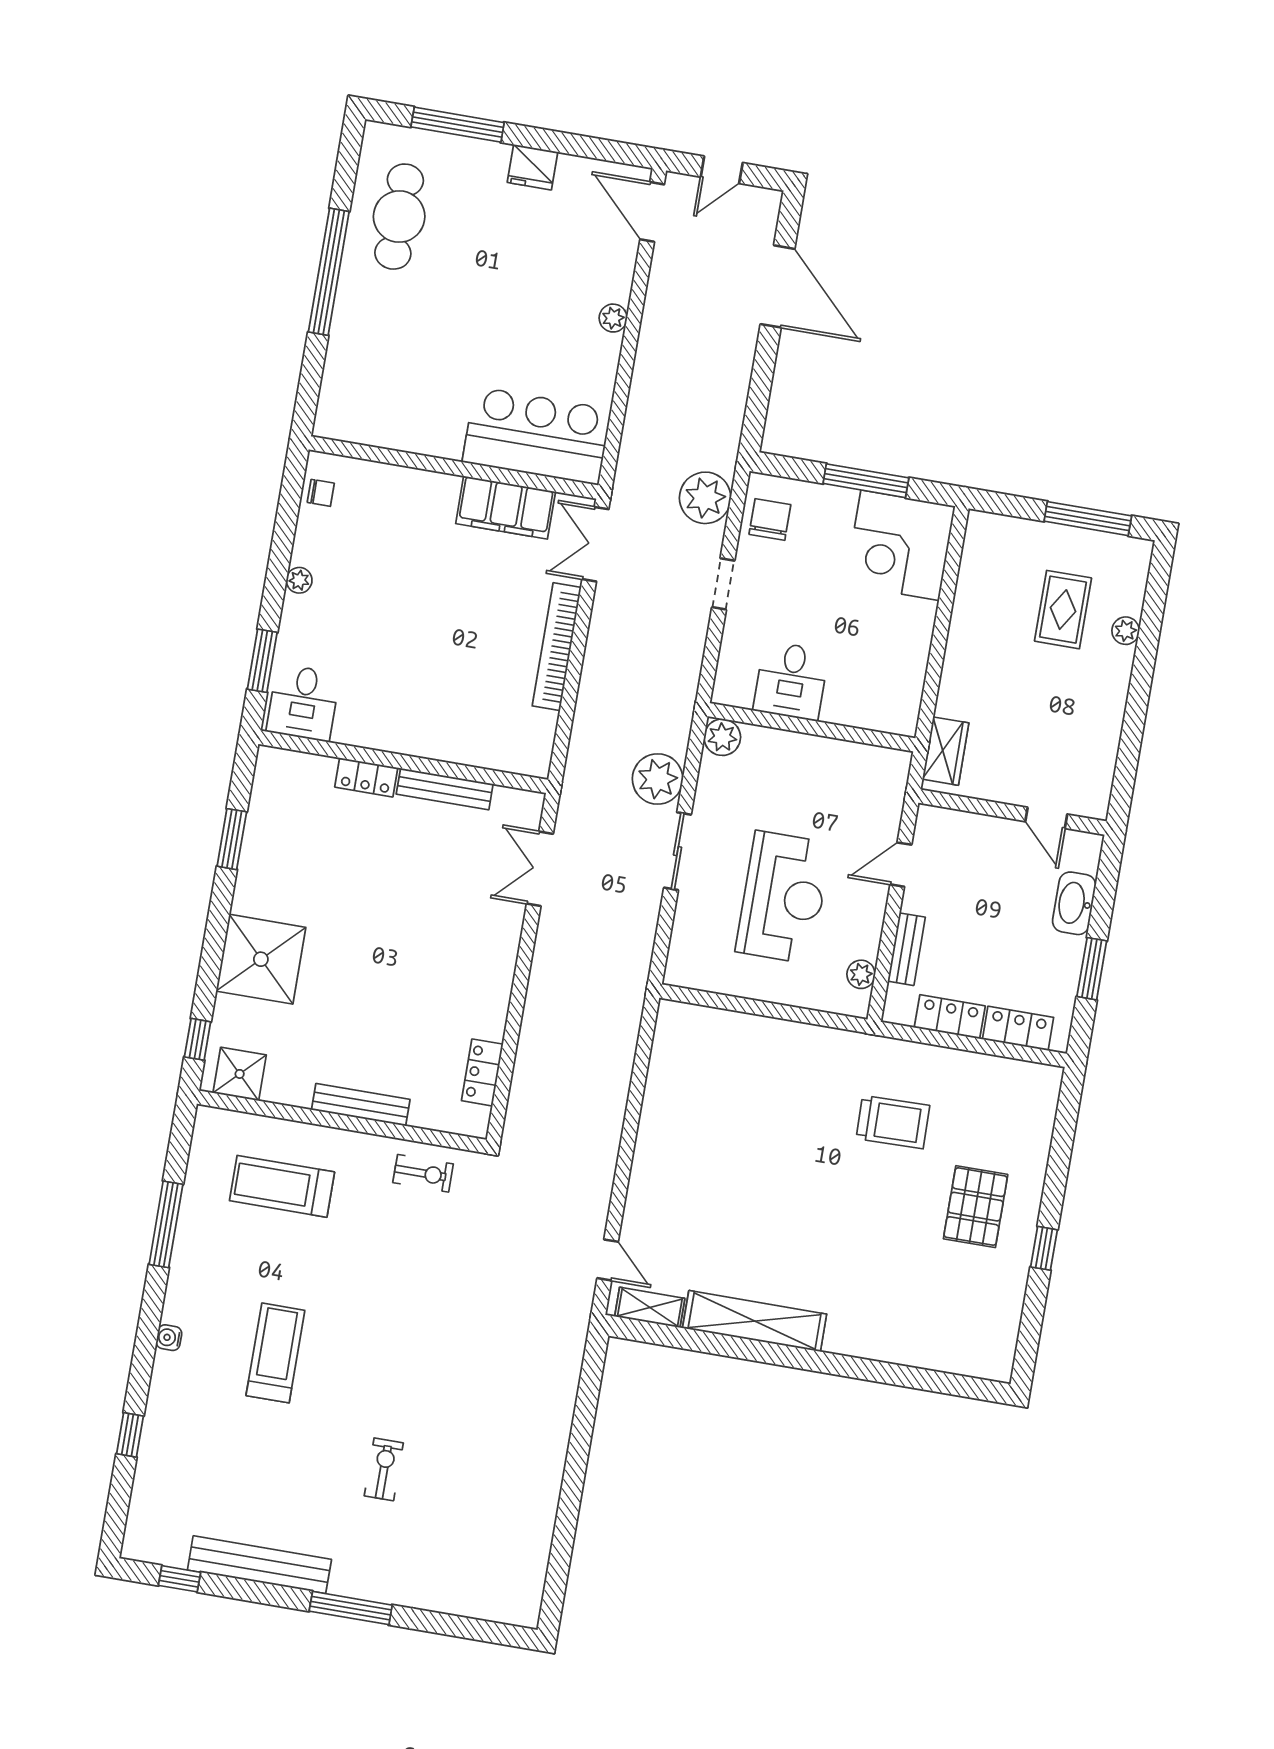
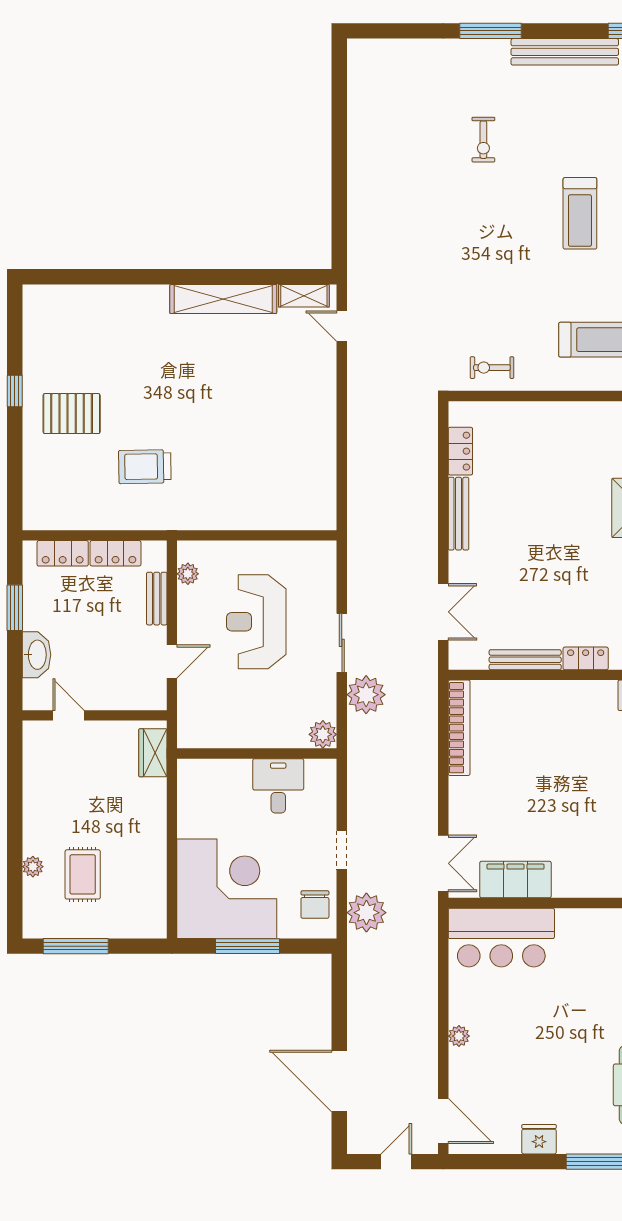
corner desk: (900, 545) -> (227, 889), width x1.36, depth x1.36
bookcase: (557, 647) -> (459, 728), moved
bench: (361, 1105) -> (458, 514), moved, turned 90
pallet: (976, 1207) -> (72, 414), turned 90

